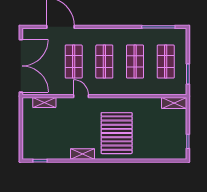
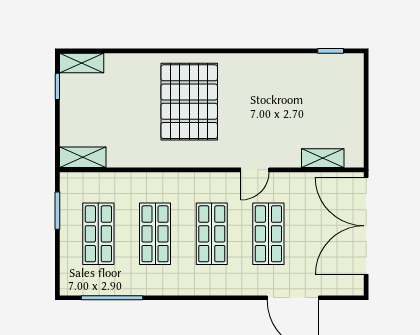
door: (81, 96) -> (255, 170), hinge flipped
shelving: (83, 154) -> (82, 63), moved

